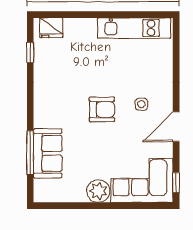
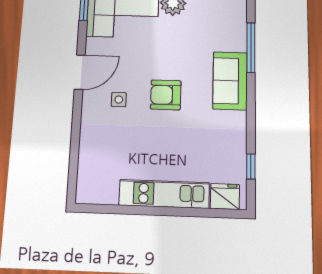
kitchen unit: (134, 28) -> (164, 194), moved
sofa: (48, 153) -> (230, 81), moved

